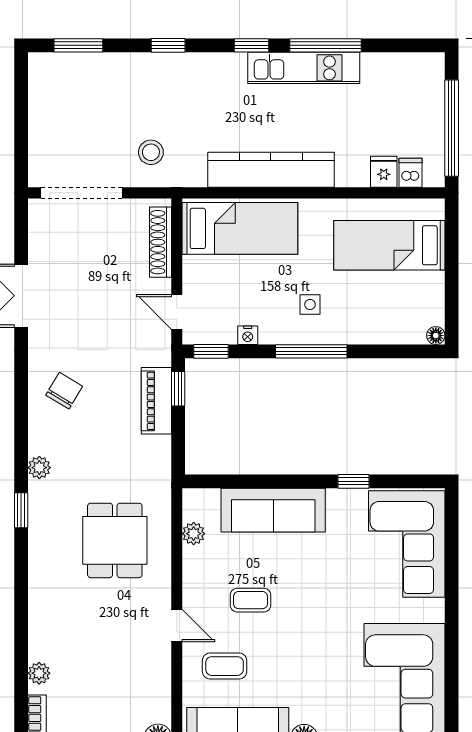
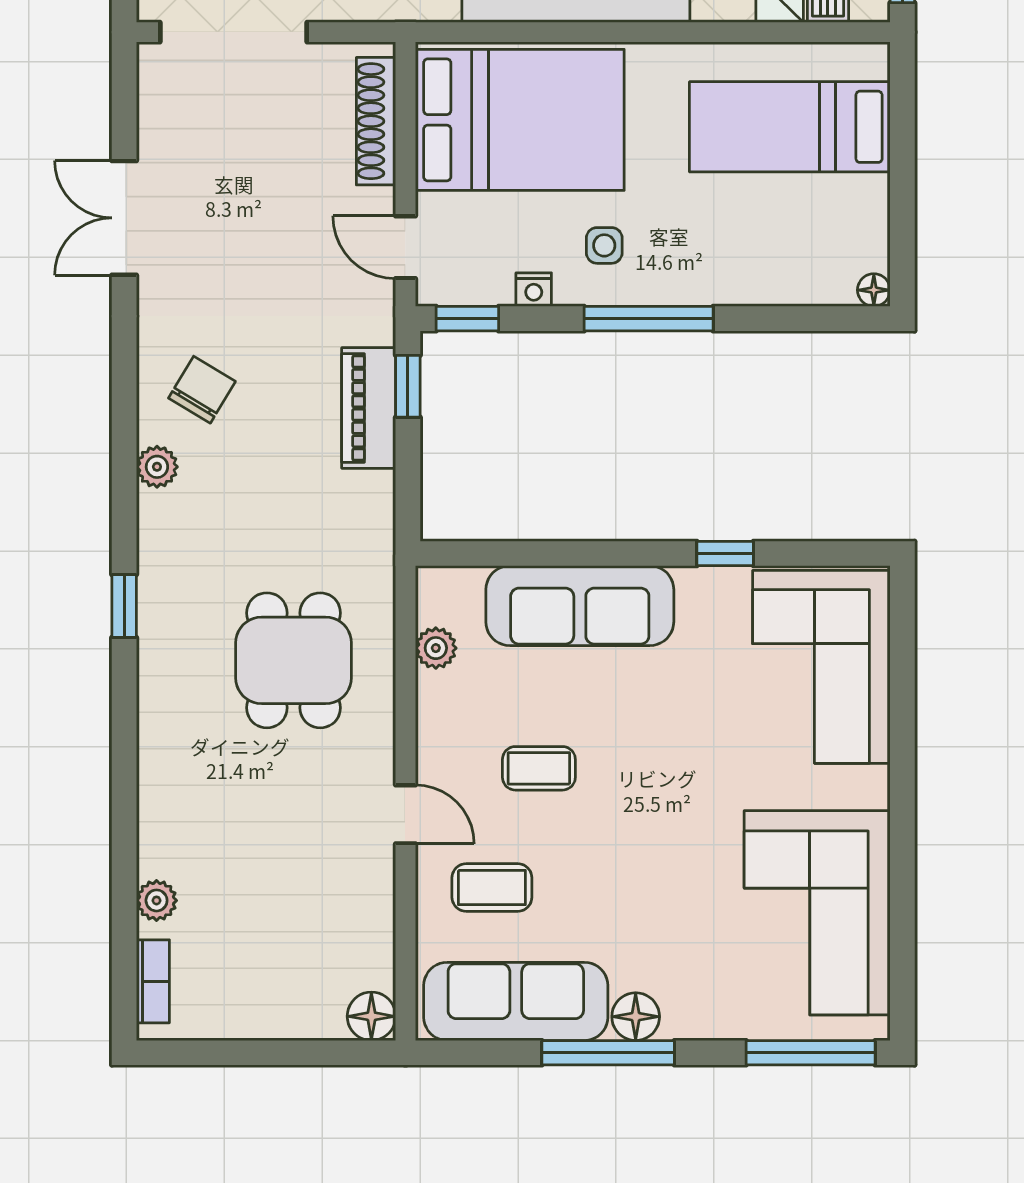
bed: (240, 228) -> (520, 120), width x1.50
side table: (310, 304) -> (604, 245), moved
plant: (39, 468) -> (157, 467), moved

